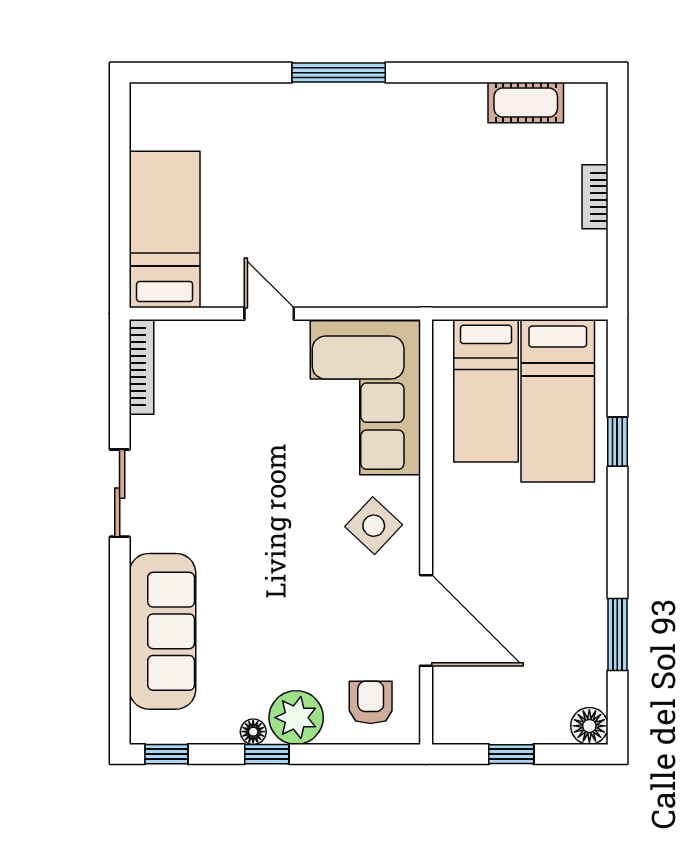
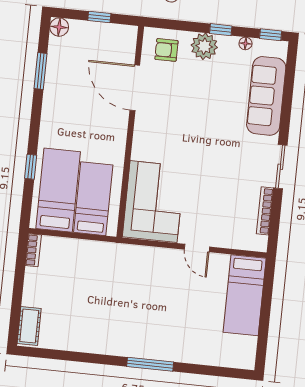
cot: (526, 103) -> (29, 326), moved, turned 90
bookcase: (595, 197) -> (33, 250), moved
bookcase: (141, 367) -> (265, 211), moved
side table: (374, 526) -> (156, 138), removed
armchair: (371, 702) -> (166, 50), turned 90
floor lamp: (253, 732) -> (245, 43), moved

